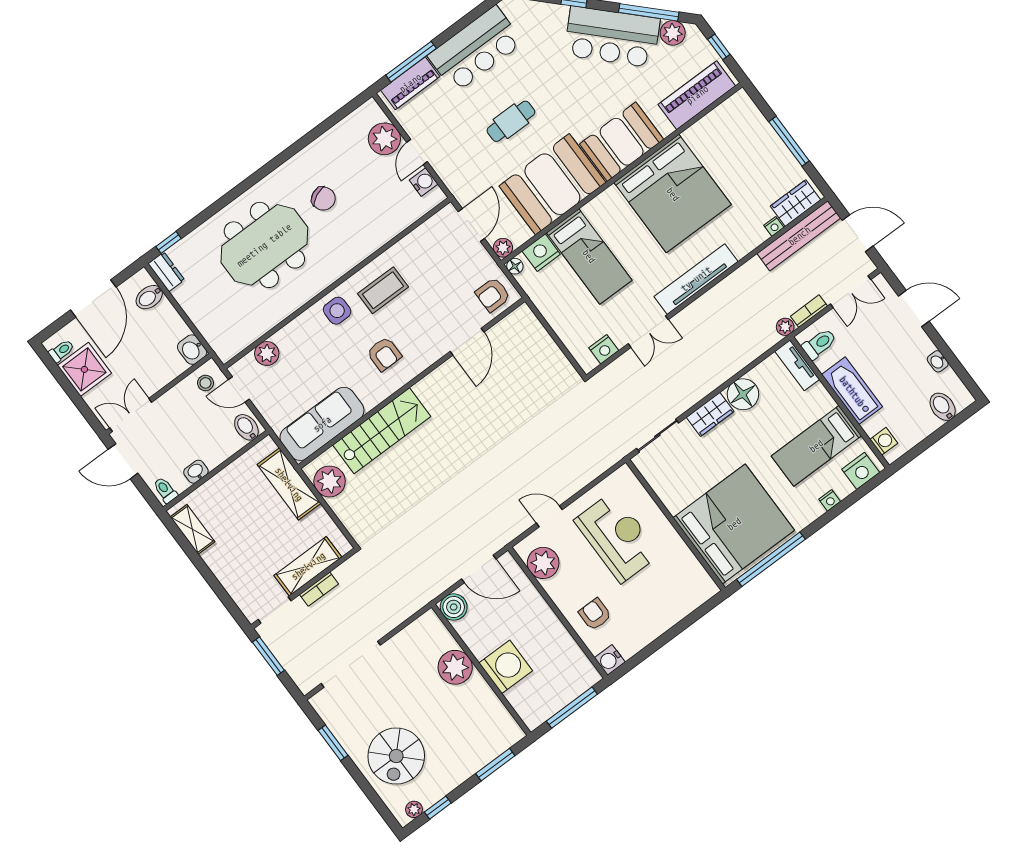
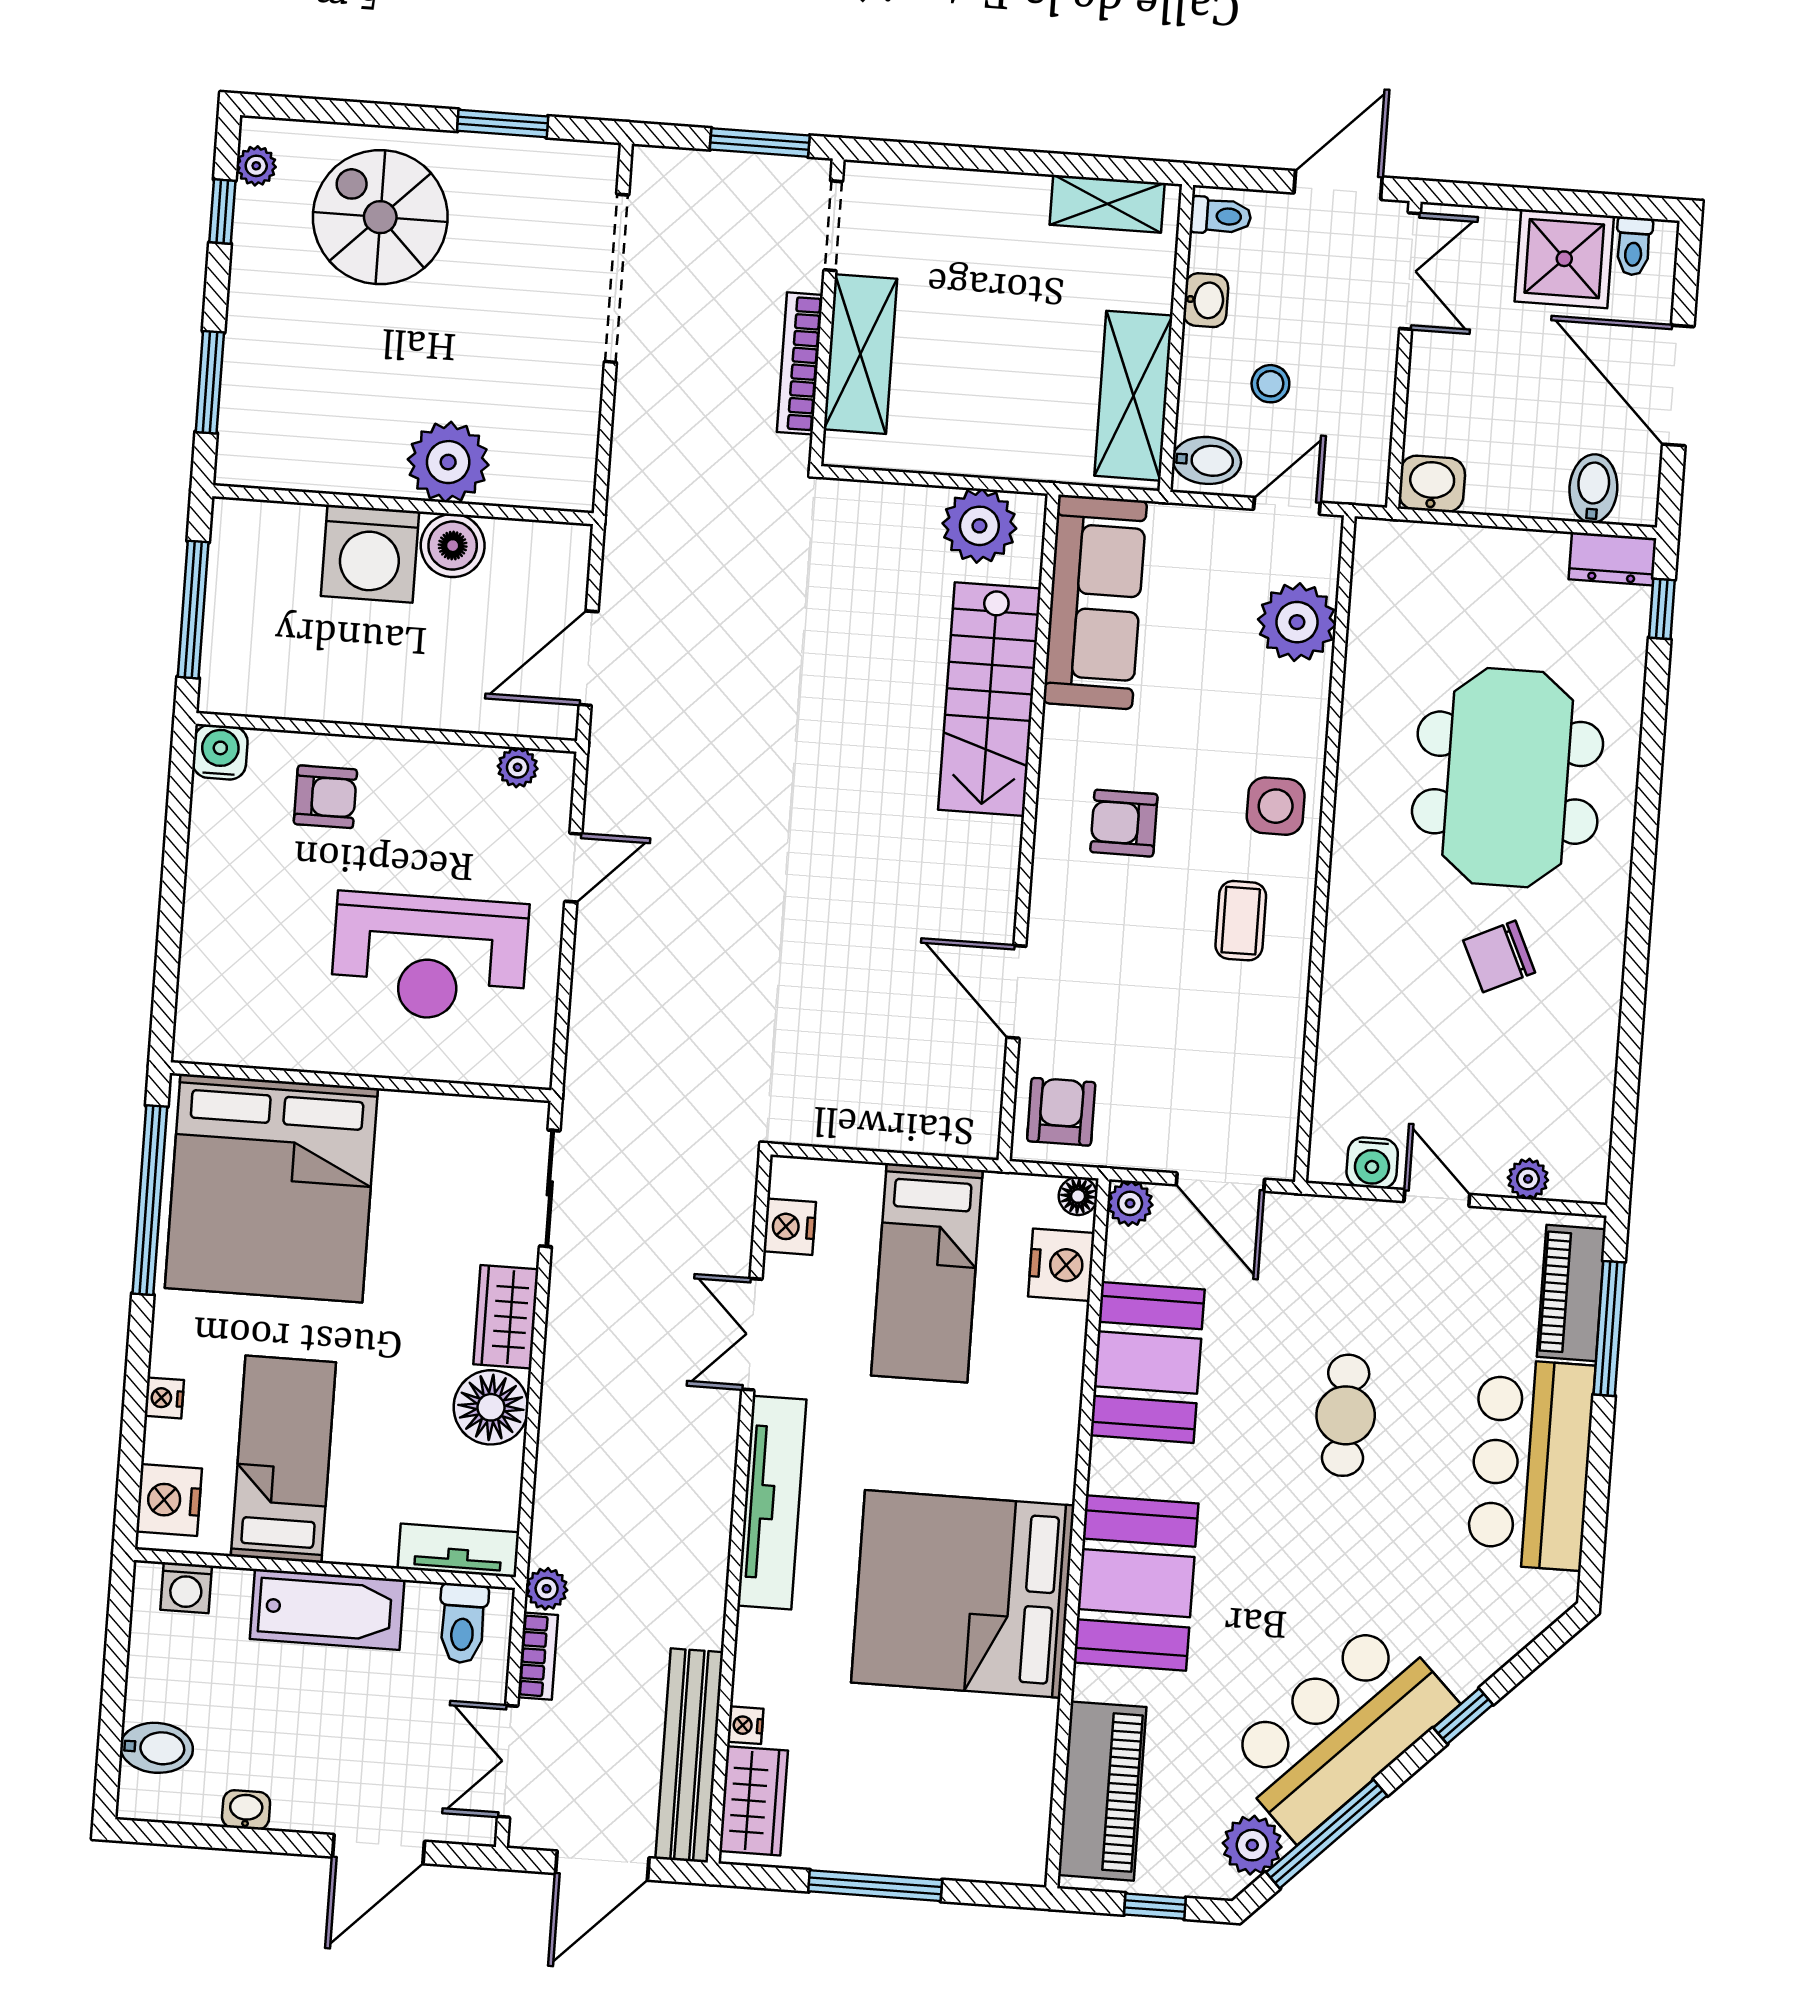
plant: (384, 139) -> (1528, 1179), width x0.53, depth x0.53
booth: (552, 184) -> (1147, 1362), width x0.73, depth x0.70
bed: (589, 256) -> (927, 1273), moved, turned -90
coffee table: (383, 290) -> (1241, 921), width x0.73, depth x0.77
plant: (267, 353) -> (1297, 622), width x1.36, depth x1.36
stool: (205, 383) -> (1270, 384), moved
shelving: (289, 484) -> (1133, 396), moved, turned 90
plant: (543, 563) -> (518, 767), width x0.53, depth x0.53
bookcase: (319, 589) -> (800, 363), width x1.56
boiler: (454, 607) -> (453, 546), moved

